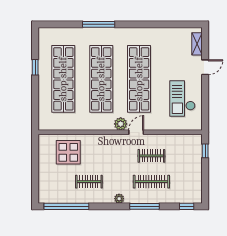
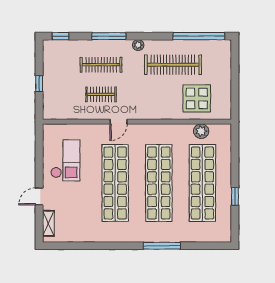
plant: (121, 124) -> (201, 131), moved
window: (205, 151) -> (39, 84), moved
clothes rail: (89, 182) -> (173, 65), width x1.86, depth x1.31

